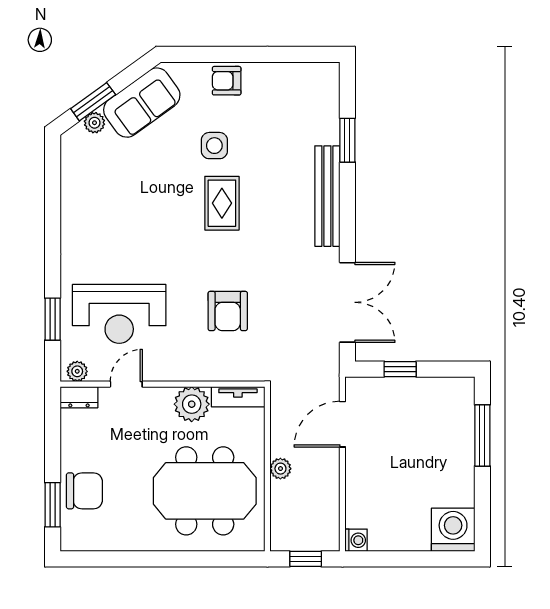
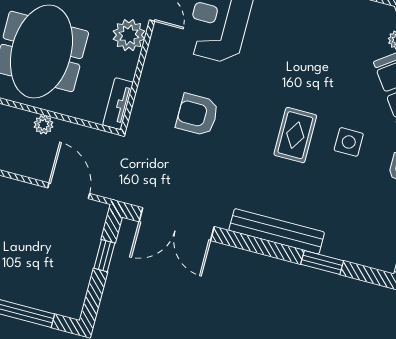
rug: (222, 203) -> (295, 135), turned 90
plant: (192, 404) -> (129, 35), moved

